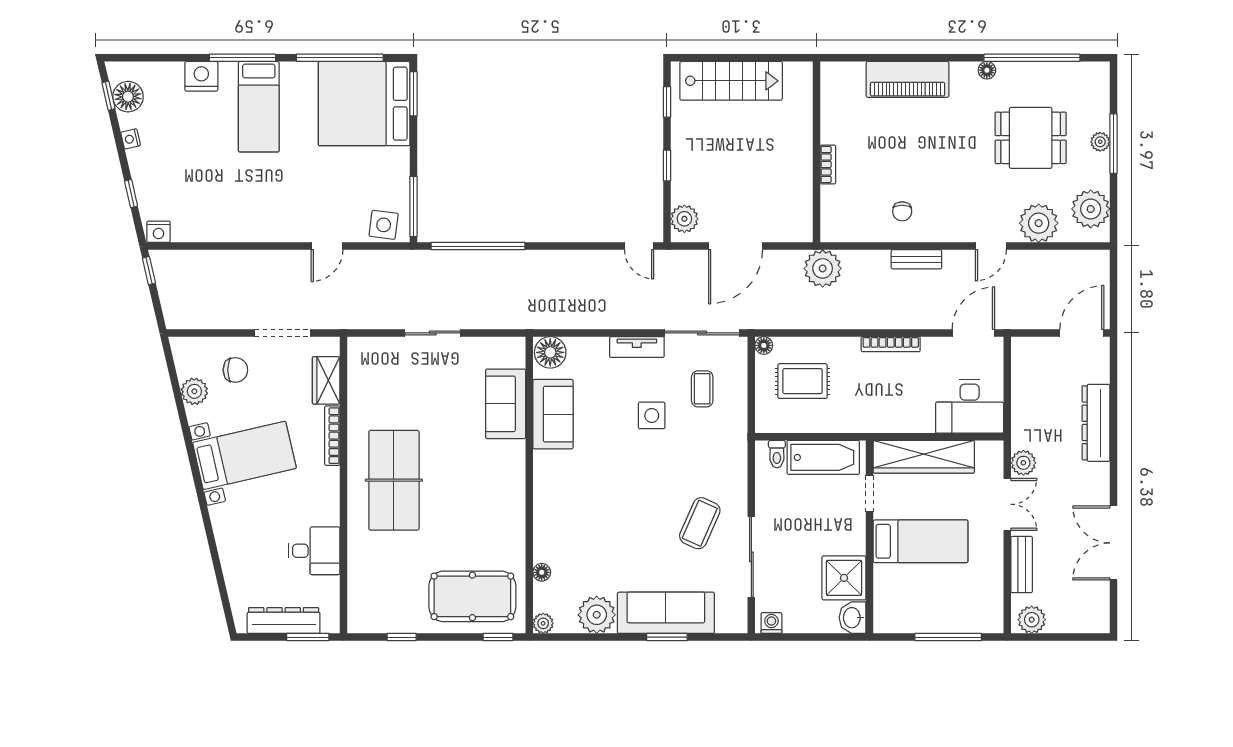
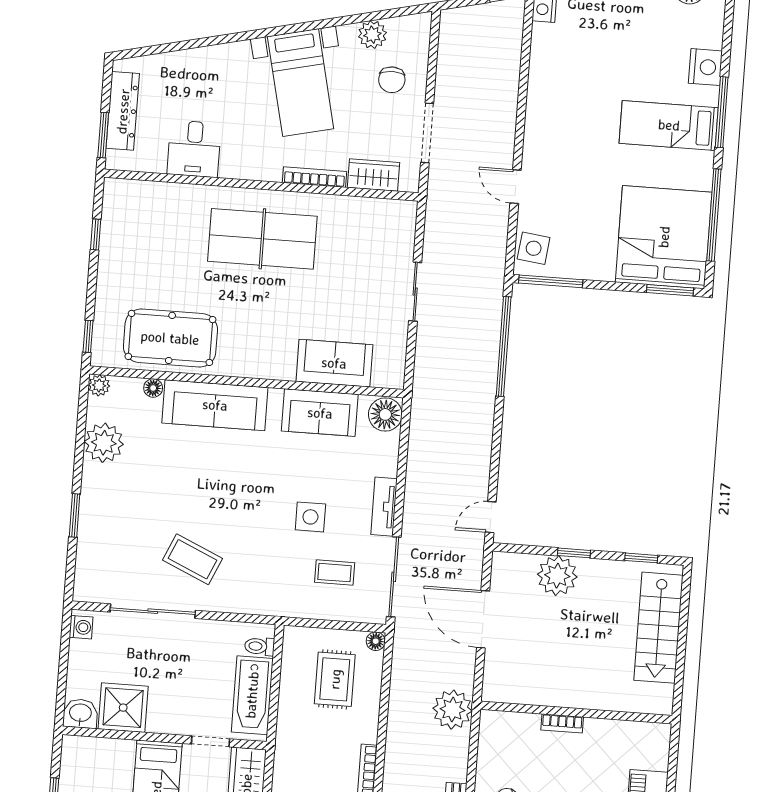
plant: (684, 219) -> (557, 576), moved, width x1.36, depth x1.36
pool table: (472, 596) -> (170, 338), moved, turned 90
sofa: (666, 613) -> (215, 405), moved, turned 90

